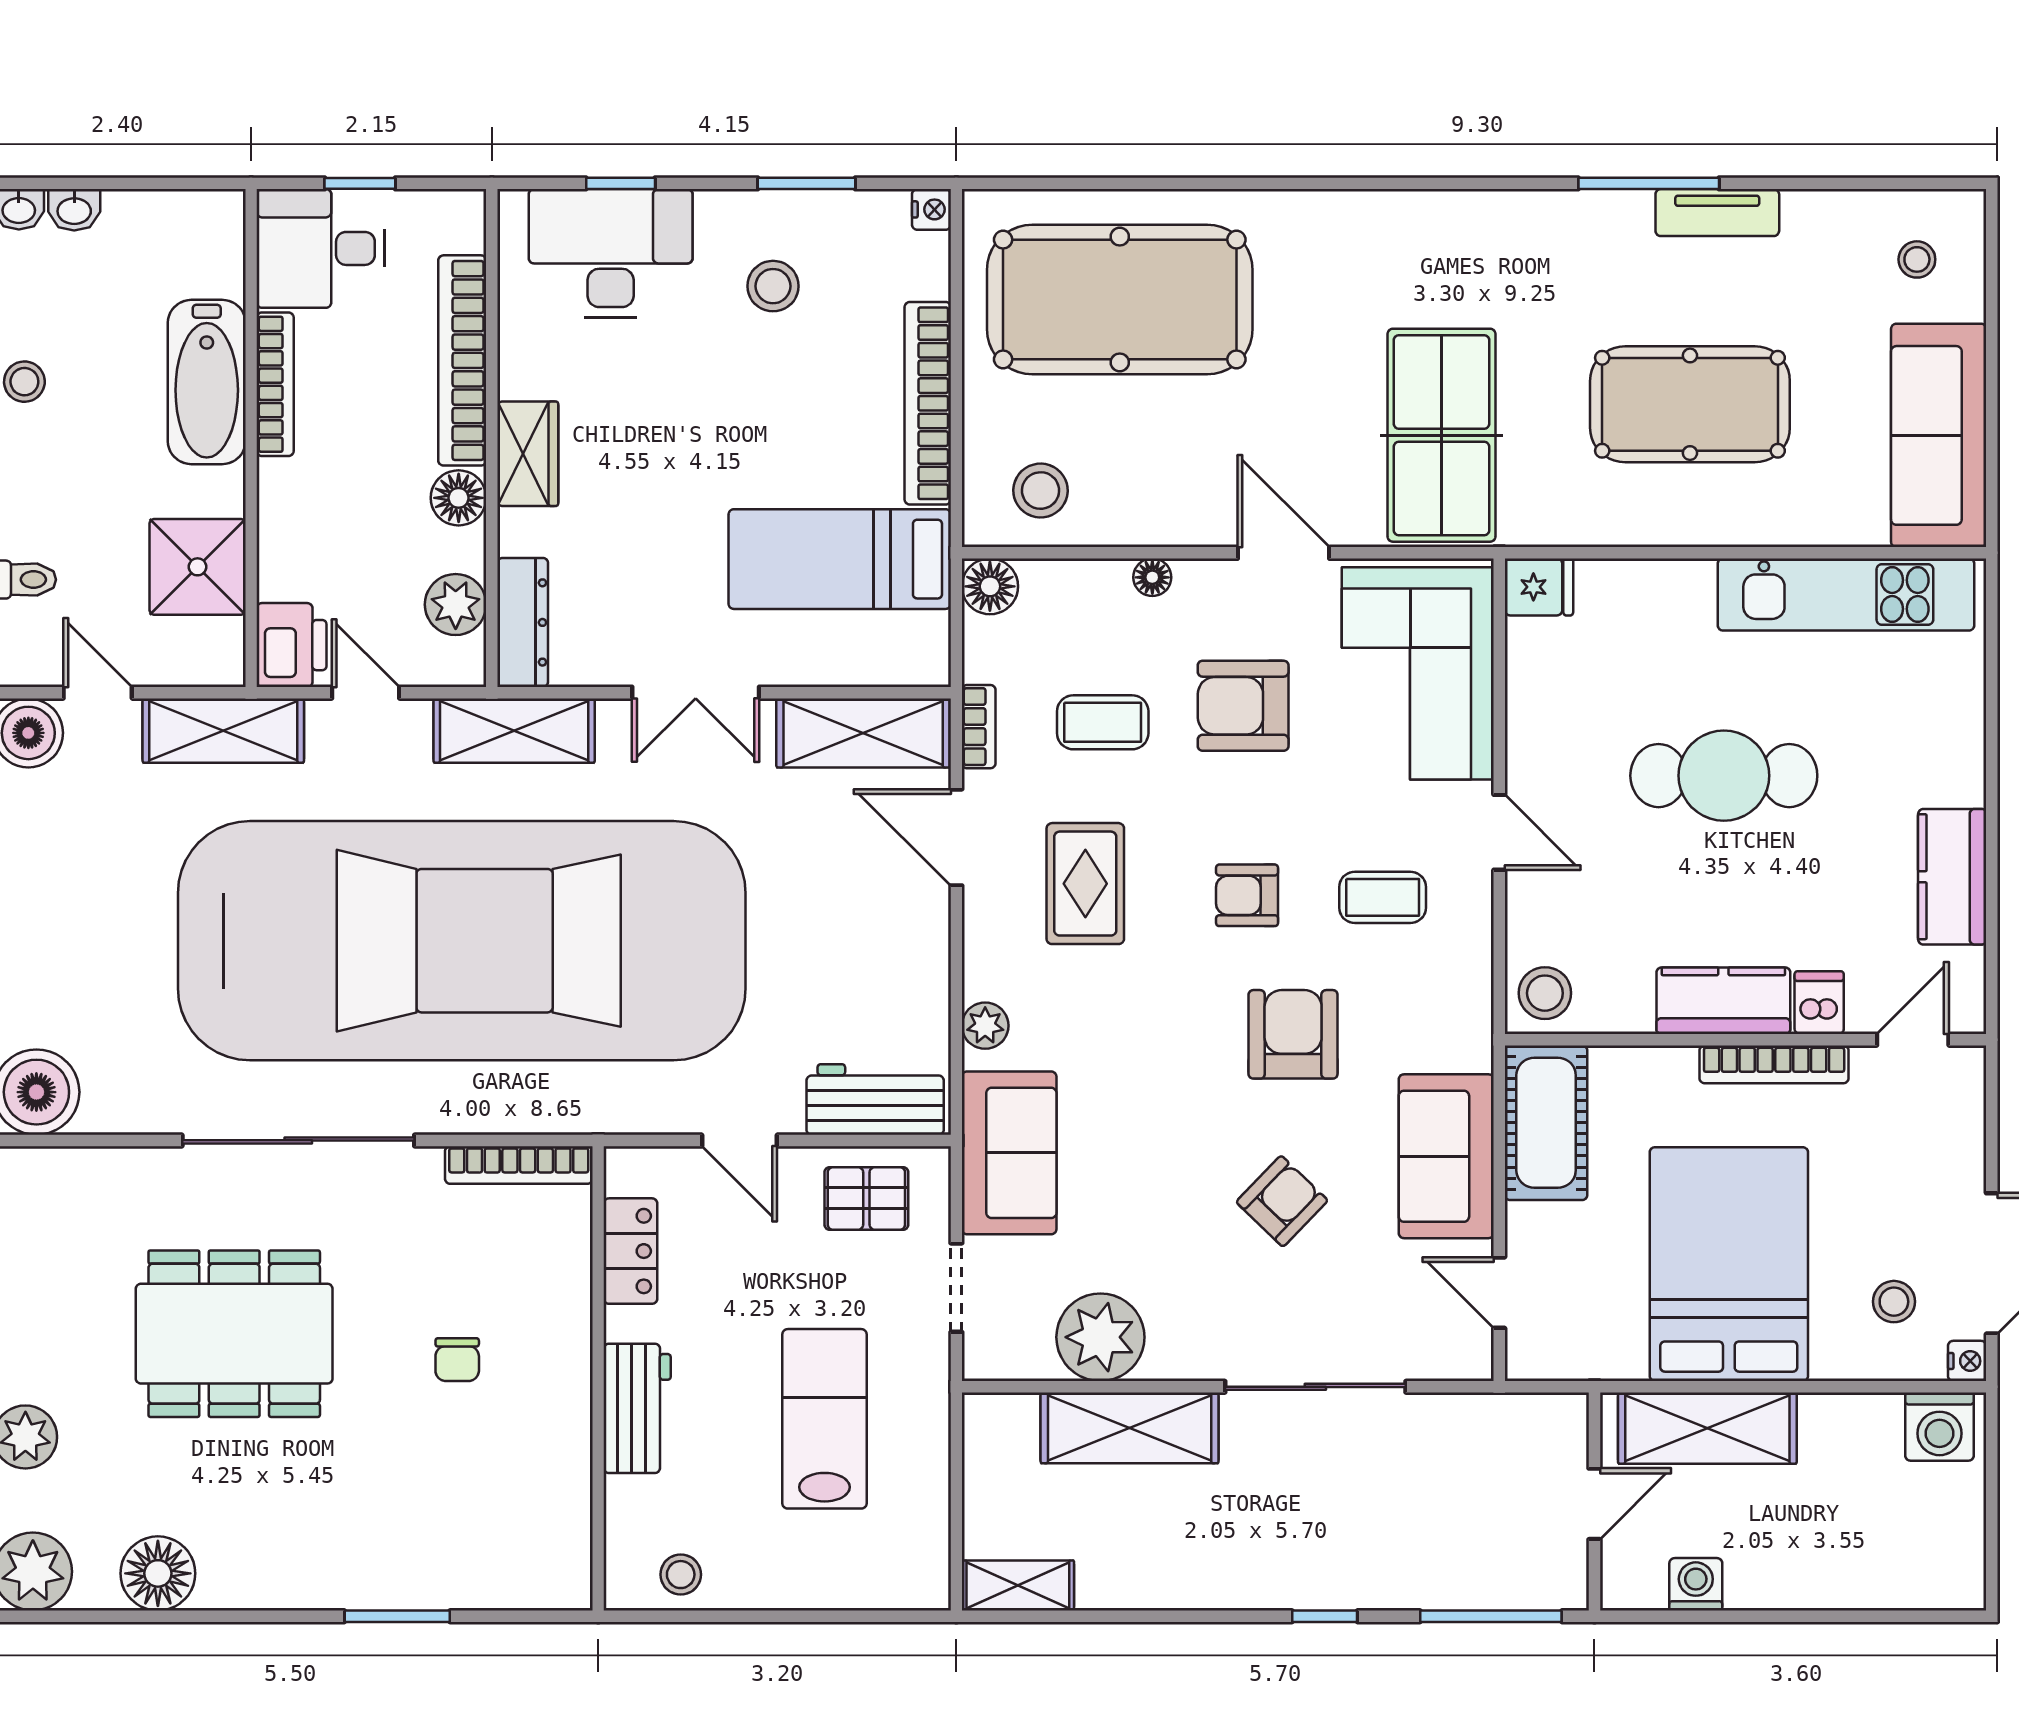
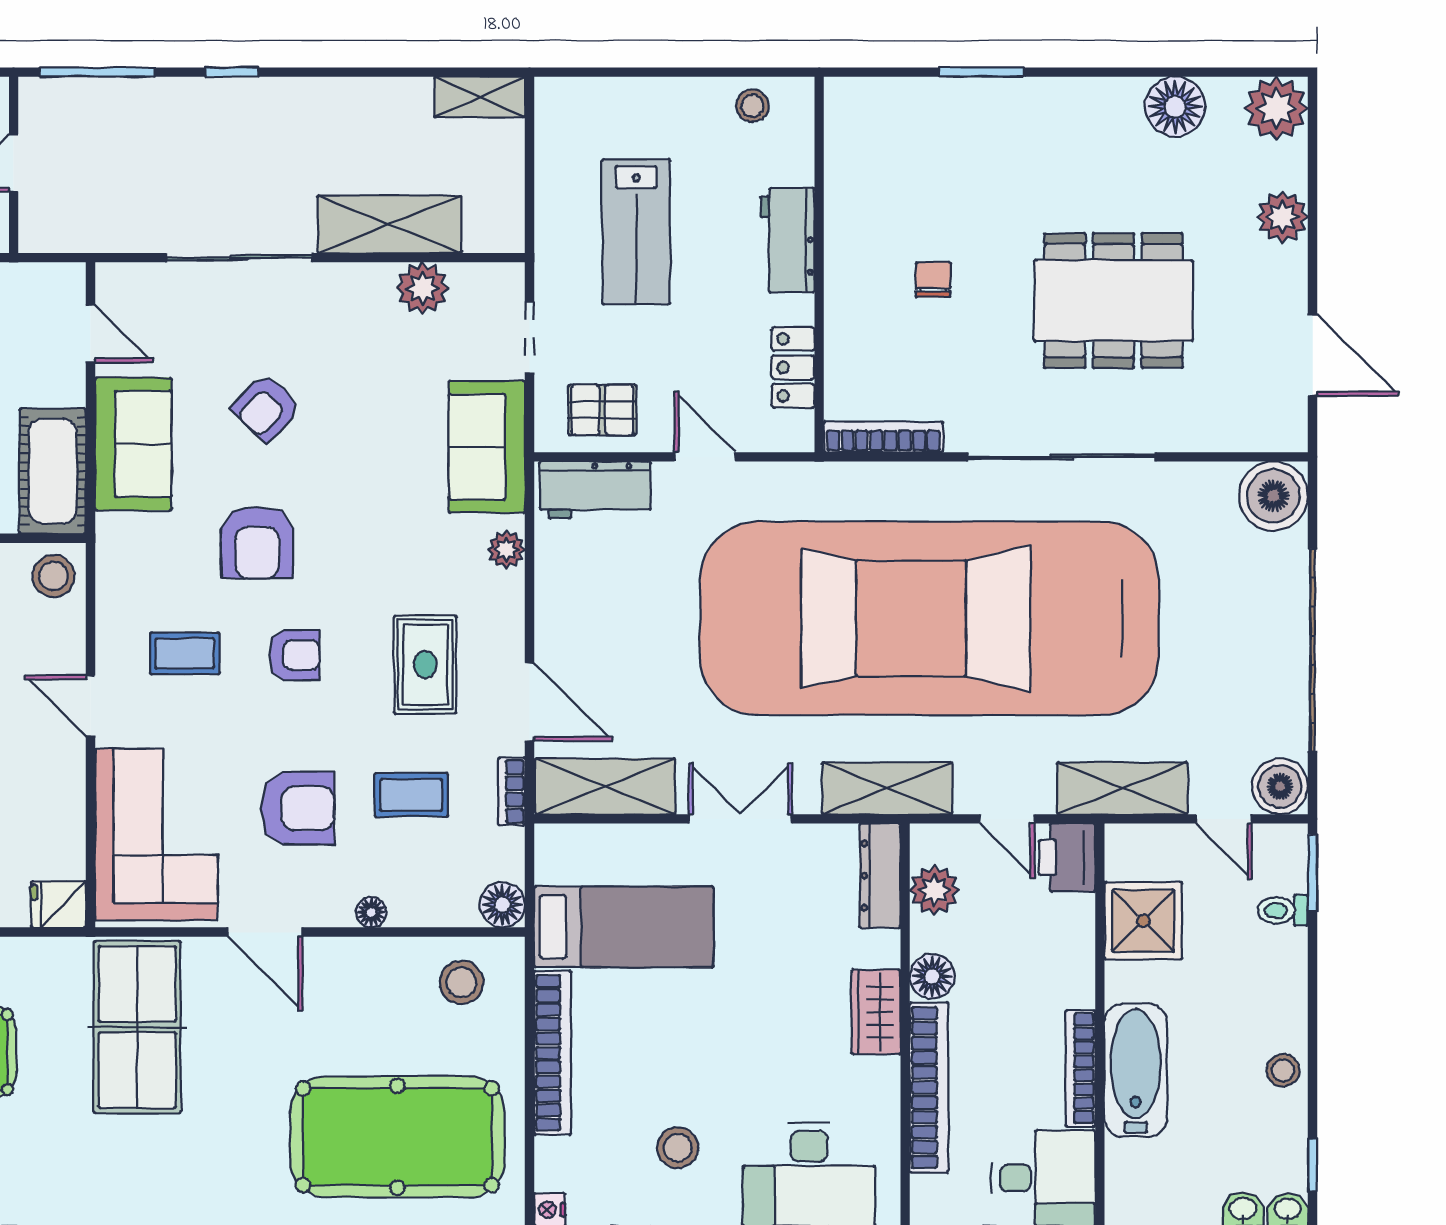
plant: (1100, 1337) -> (423, 288), width x0.73, depth x0.73

